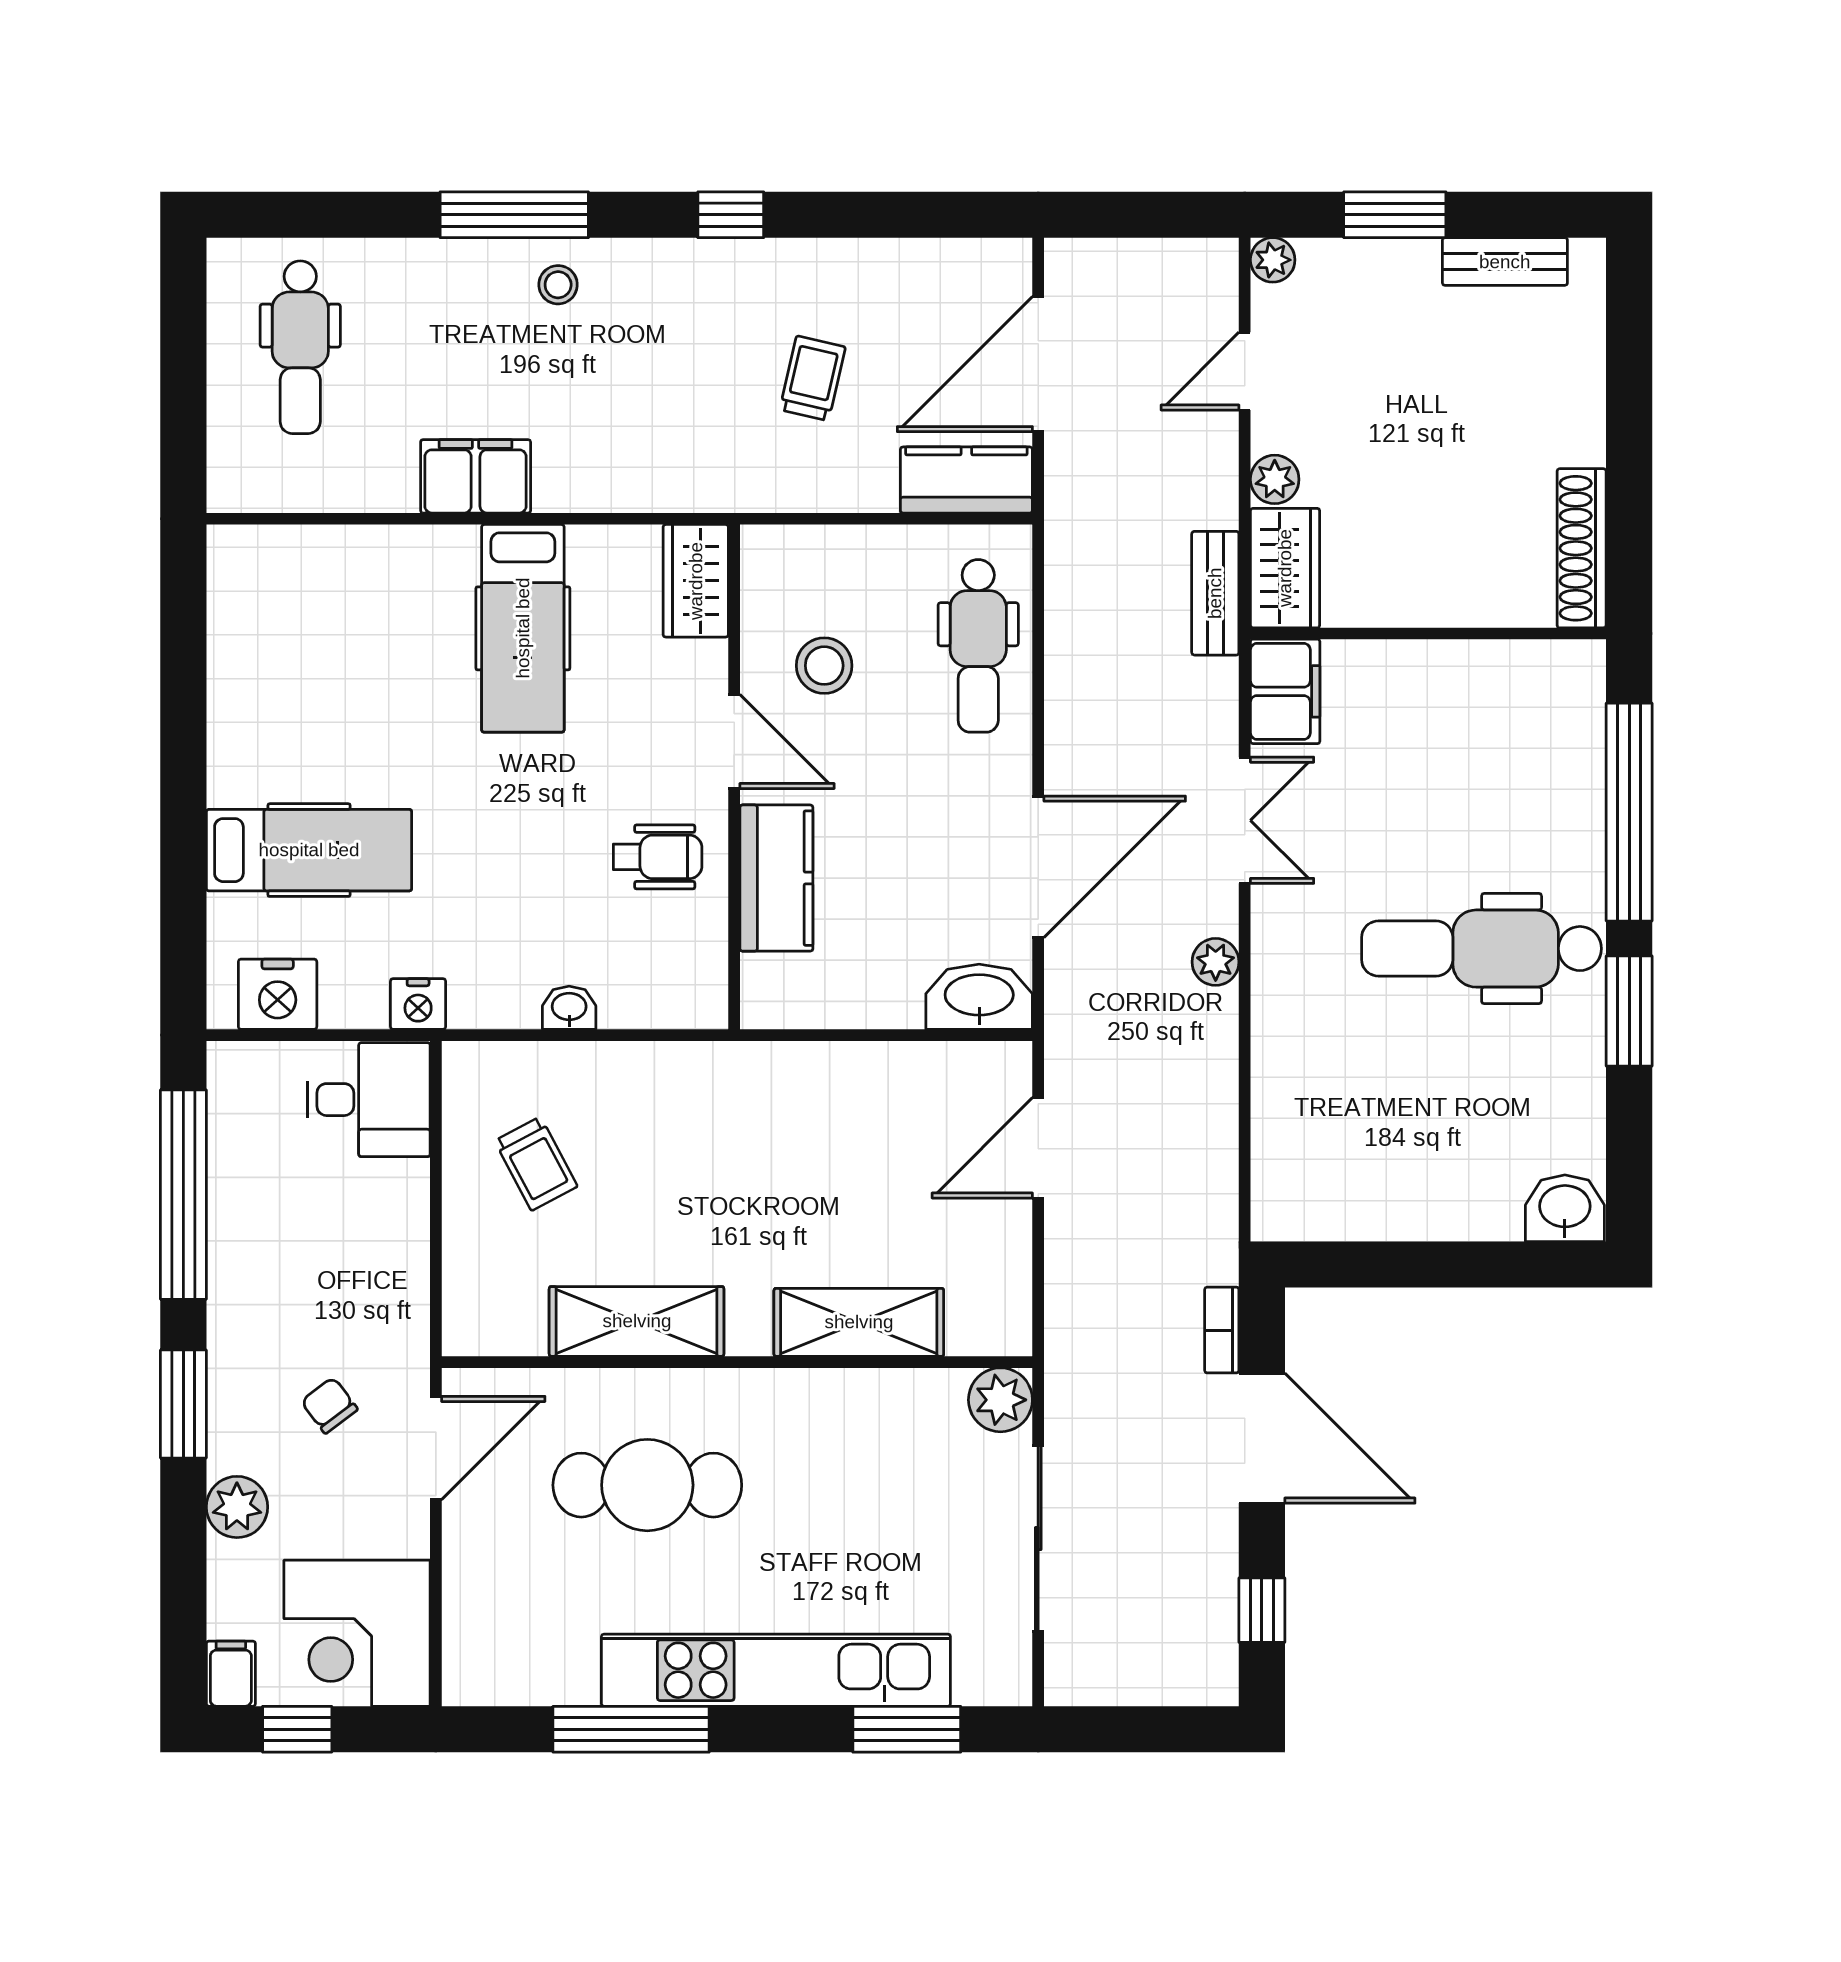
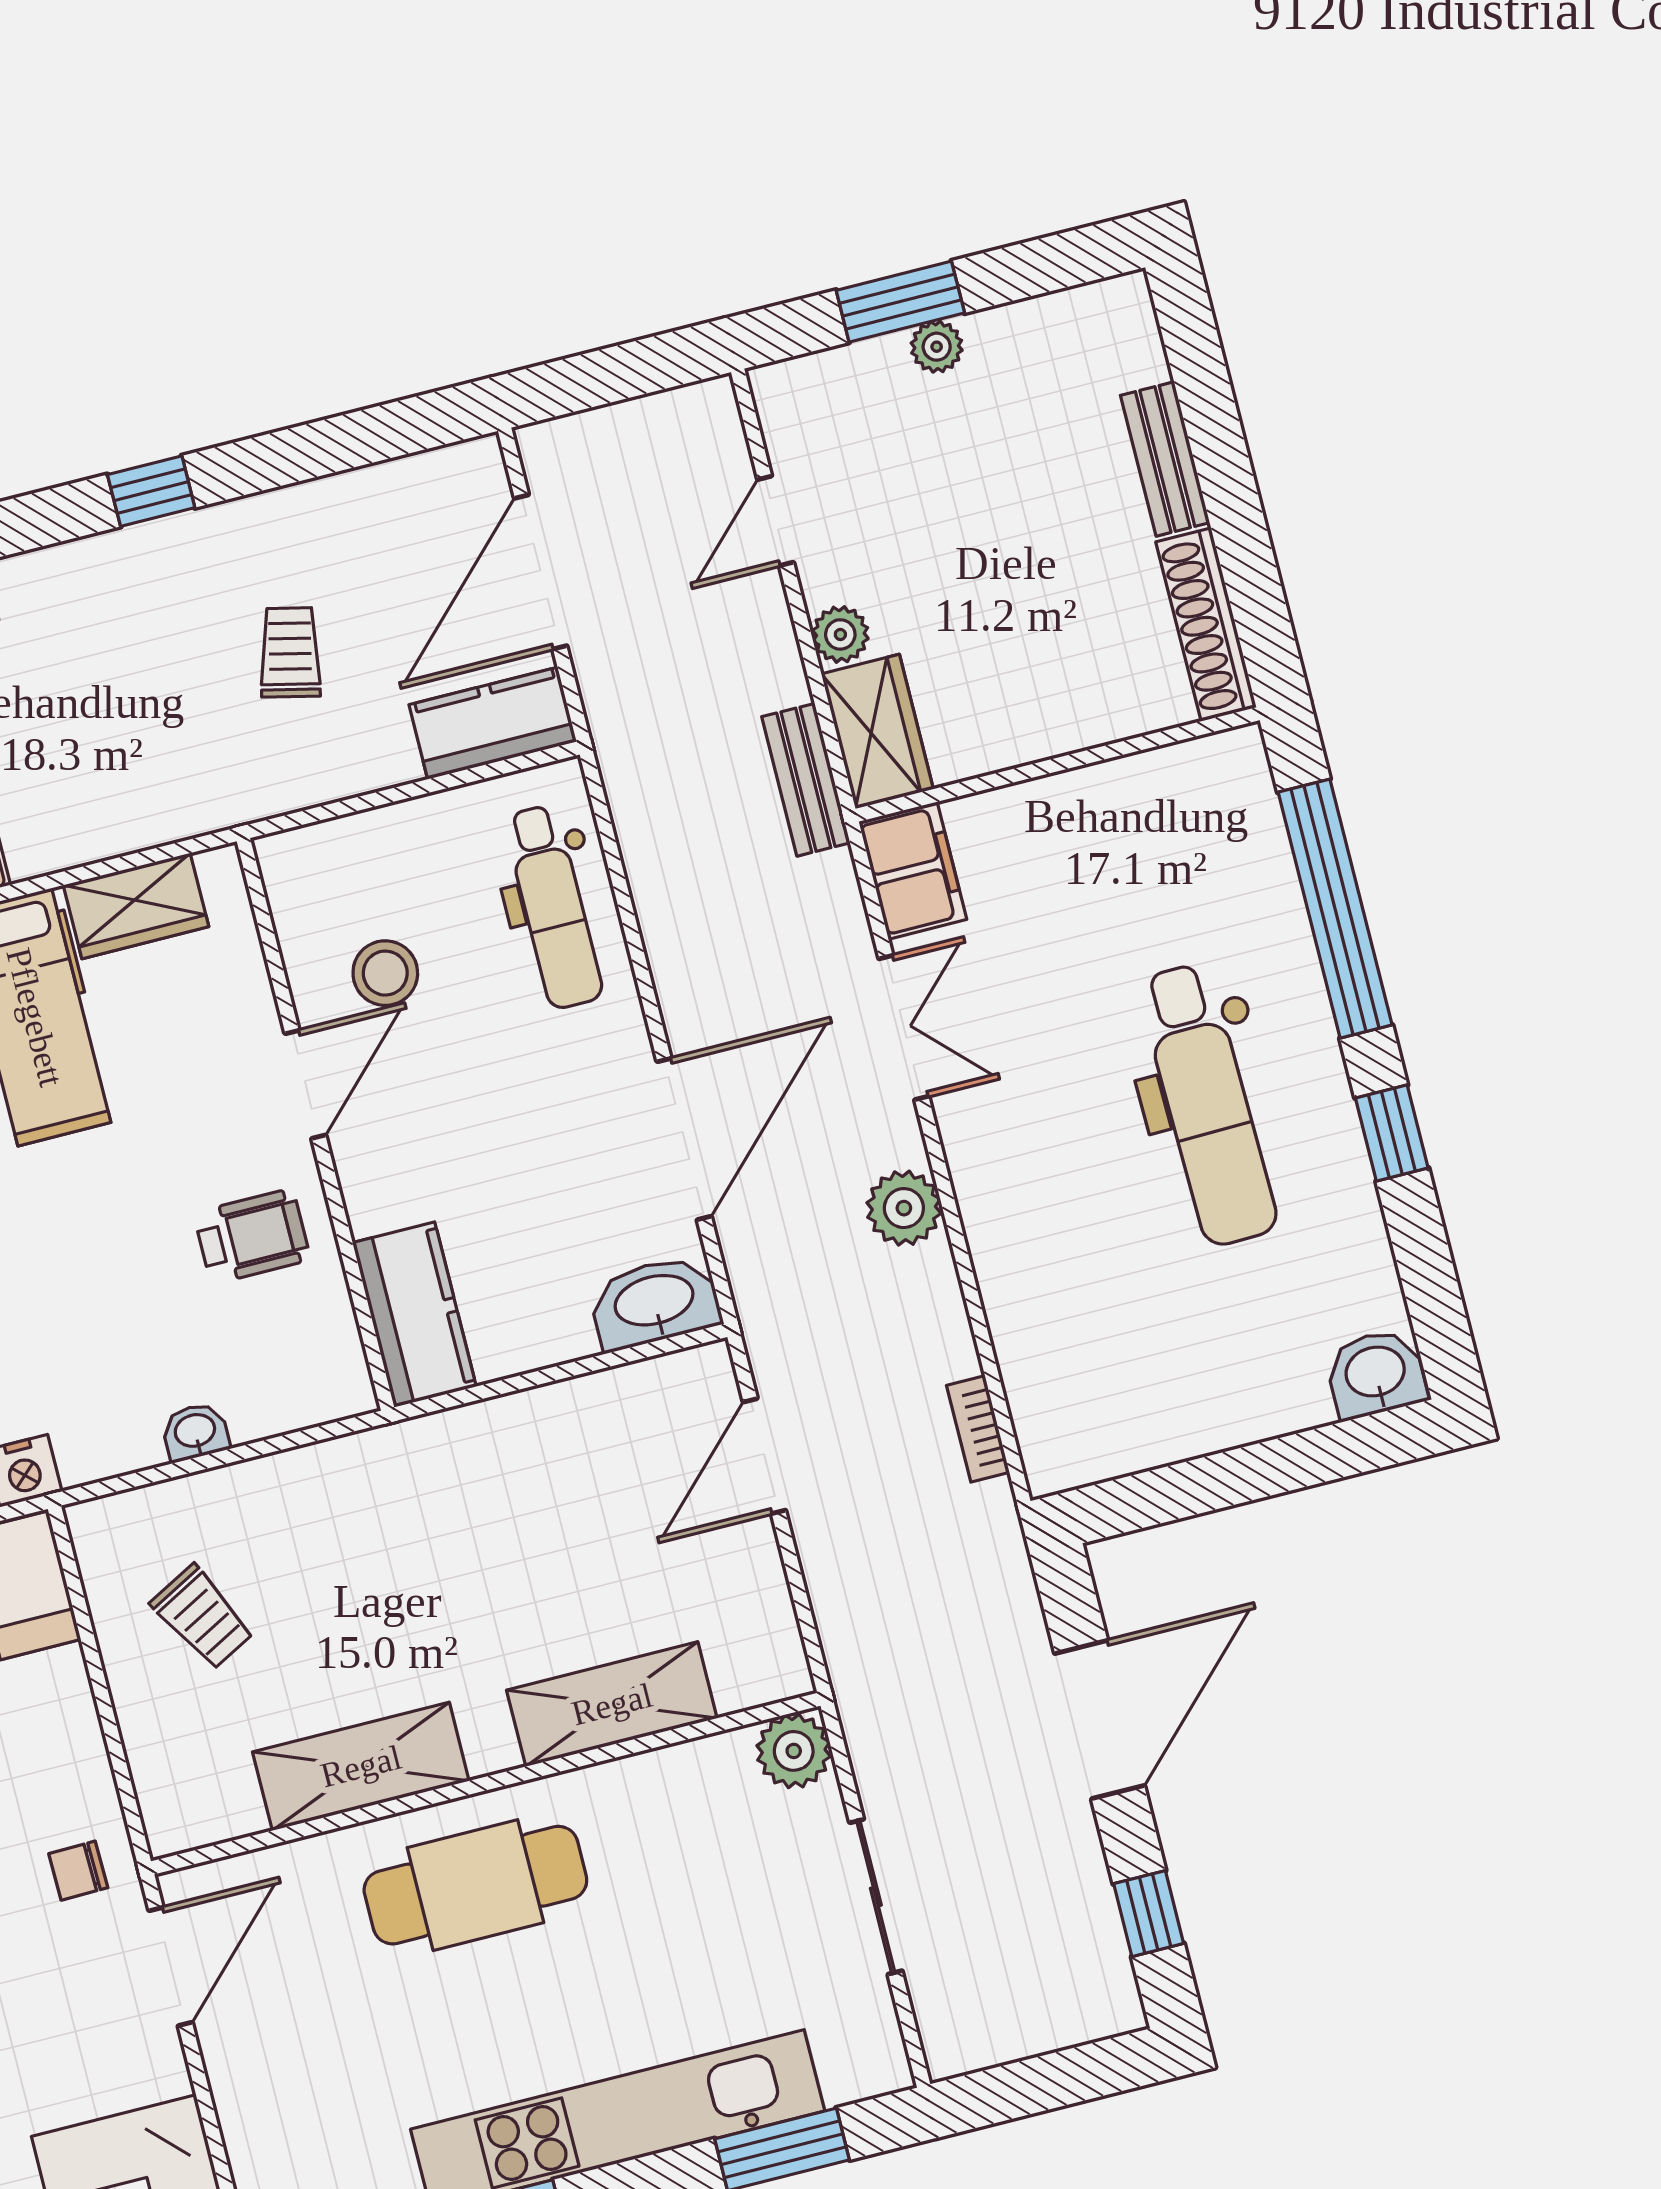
plant: (1273, 260) -> (937, 347), moved
bench: (1505, 262) -> (1165, 459), moved, turned 90
wardrobe: (696, 581) -> (136, 906), moved, turned -90
door: (734, 741) -> (305, 1084), hinge flipped
kitchen counter: (776, 878) -> (414, 1315), moved
dental chair: (1482, 949) -> (1208, 1105), turned -91
plant: (1216, 962) -> (904, 1208), width x1.38, depth x1.38
window: (1629, 1011) -> (1392, 1133), width x0.67
bookcase: (1222, 1330) -> (978, 1429), moved
chair: (329, 1405) -> (78, 1871), moved, turned -54
door: (1262, 1438) -> (1100, 1720), hinge flipped
cafe table: (647, 1485) -> (475, 1885), moved
sliding door: (1038, 1539) -> (876, 1897), width x0.73

